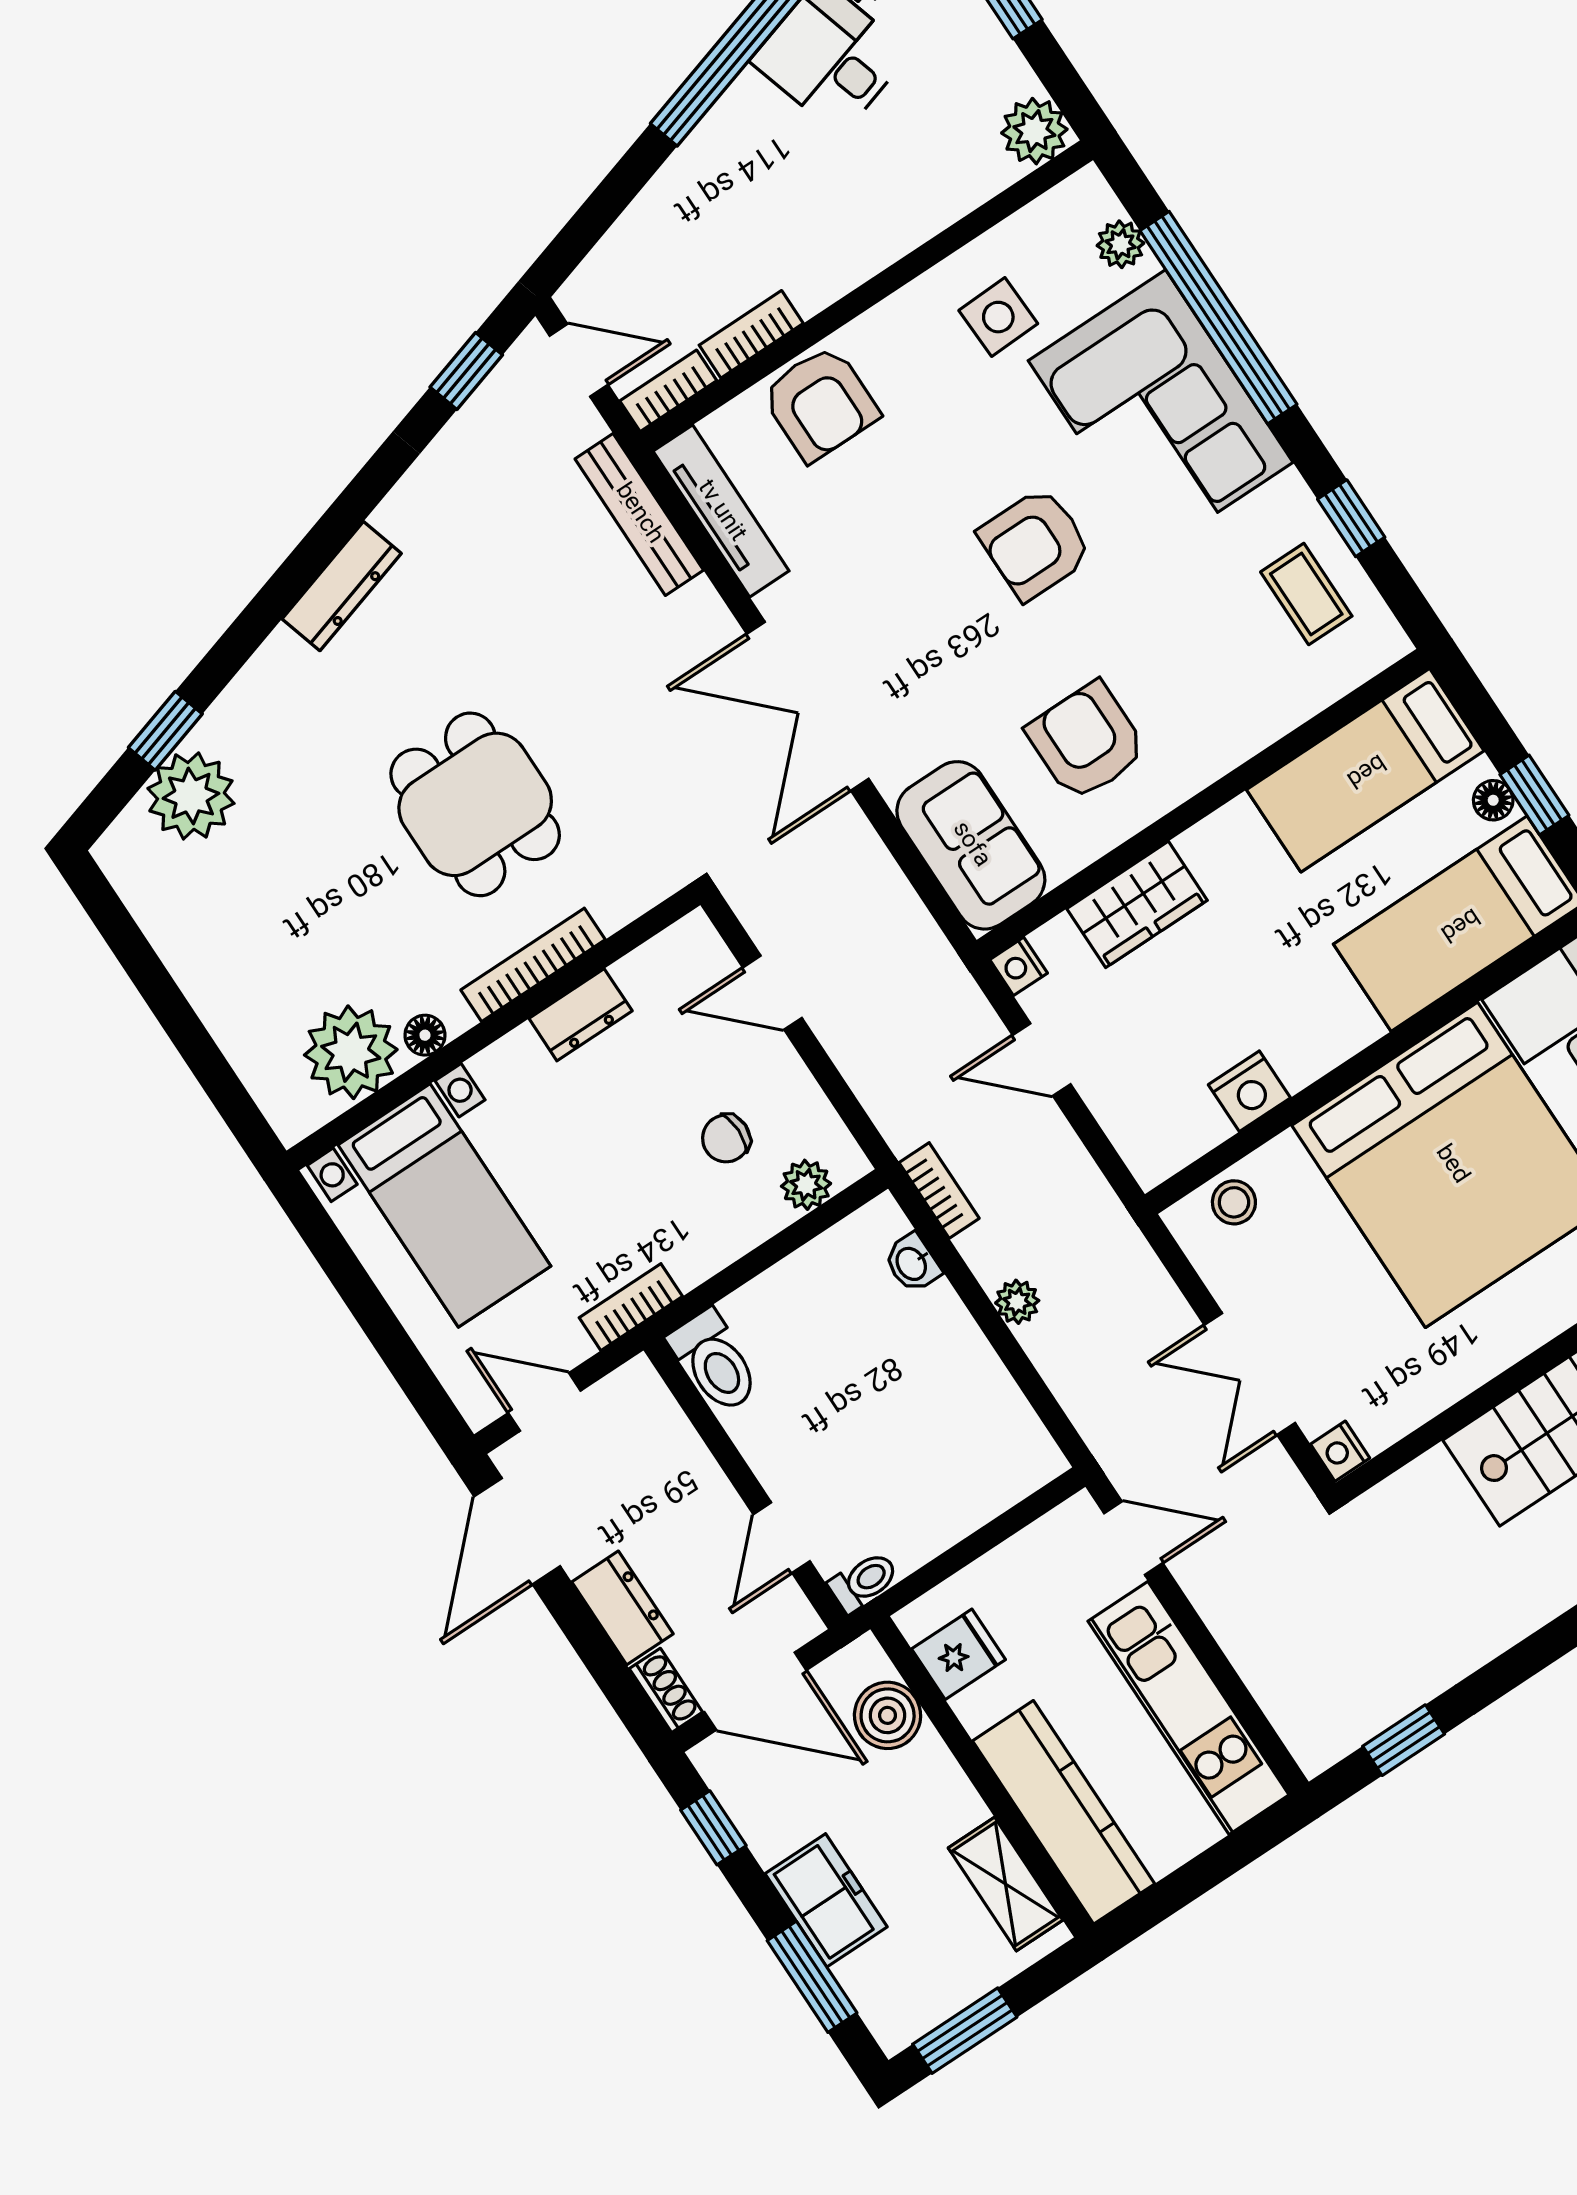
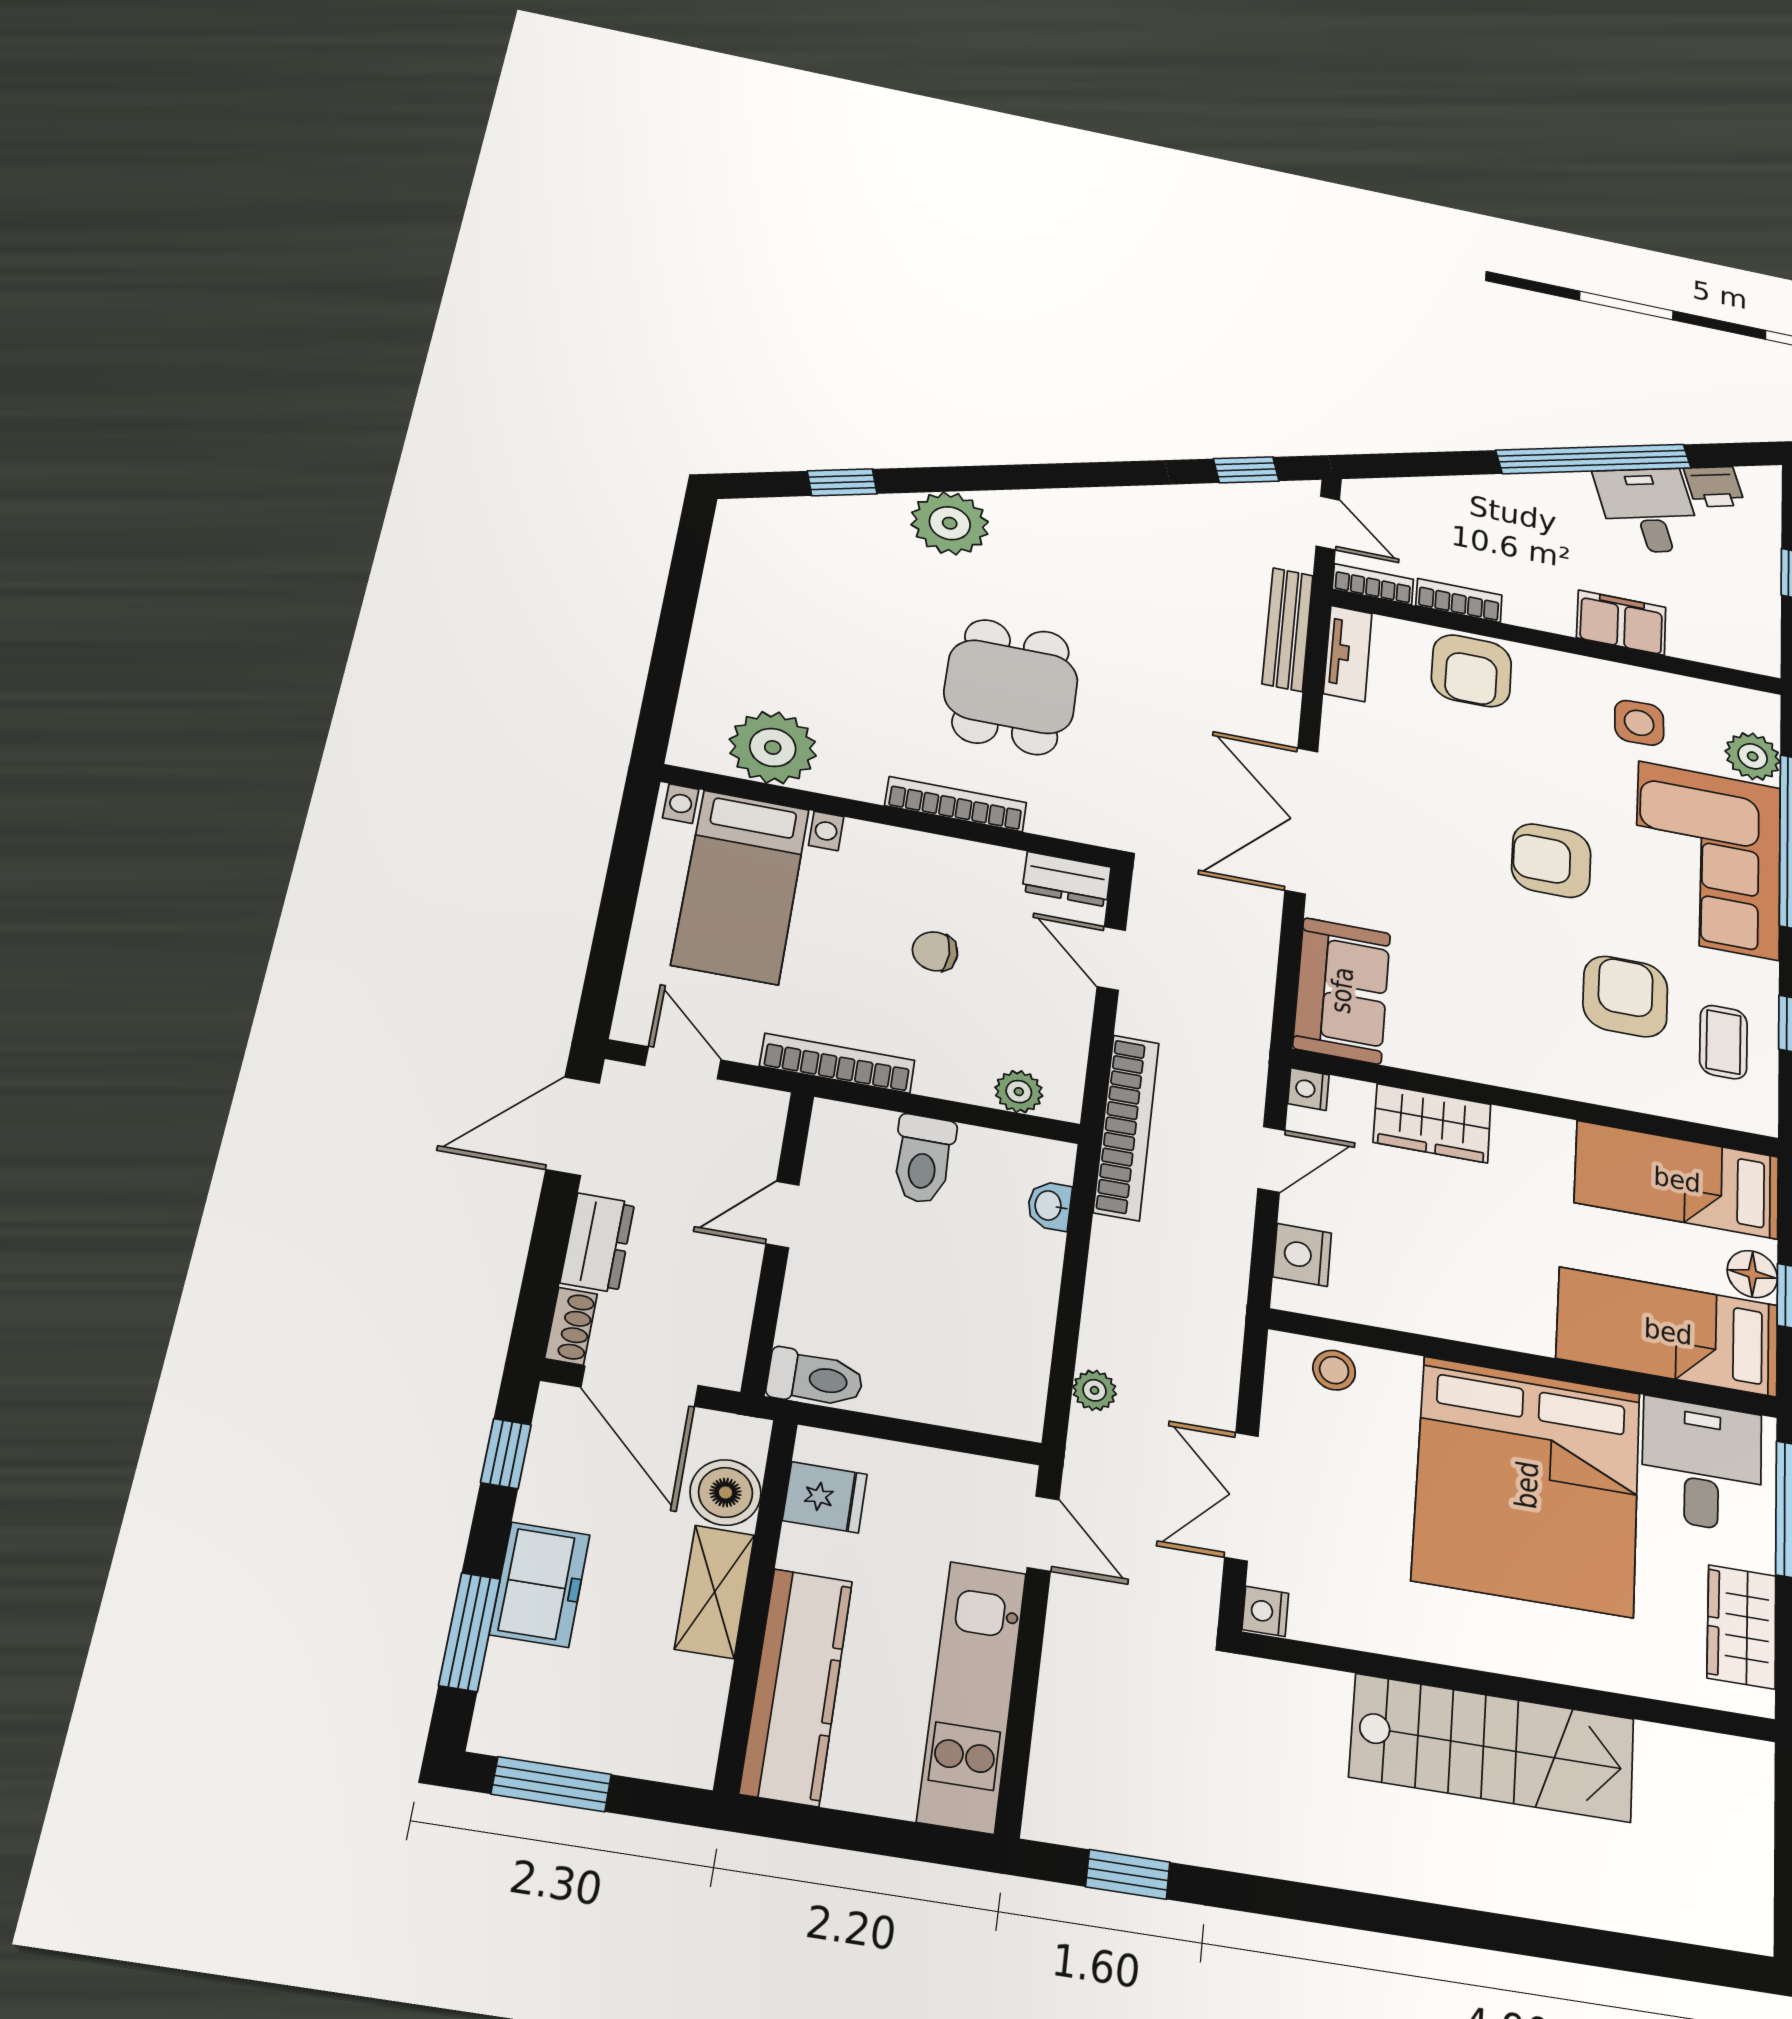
plant: (1034, 131) -> (1753, 650), removed
filing cabinet: (902, 217) -> (1621, 623), added
plant: (1120, 244) -> (1753, 756), width x1.38, depth x1.38
tv unit: (721, 511) -> (1348, 653), width x0.71
dresser: (342, 586) -> (1045, 506), removed
armchair: (1087, 741) -> (1625, 996), moved
plant: (191, 796) -> (950, 523), moved
floor lamp: (1493, 800) -> (1752, 1274), width x1.37, depth x1.37
dresser: (581, 1015) -> (1067, 879), moved
floor lamp: (425, 1035) -> (836, 781), removed
door: (1042, 1060) -> (1271, 1159), swing flipped
nightstand: (1249, 1091) -> (1302, 1255), moved, turned 90
chair: (726, 1138) -> (935, 951), moved
bookcase: (939, 1190) -> (1126, 1127), width x2.31, depth x1.31
plant: (1017, 1302) -> (1095, 1390), moved
bookcase: (631, 1307) -> (837, 1063), width x1.56
toilet: (714, 1362) -> (923, 1159), moved
door: (782, 1538) -> (783, 1214), moved
toilet: (864, 1582) -> (815, 1378), width x1.37, depth x1.39
shelving: (1006, 1884) -> (715, 1592), moved

